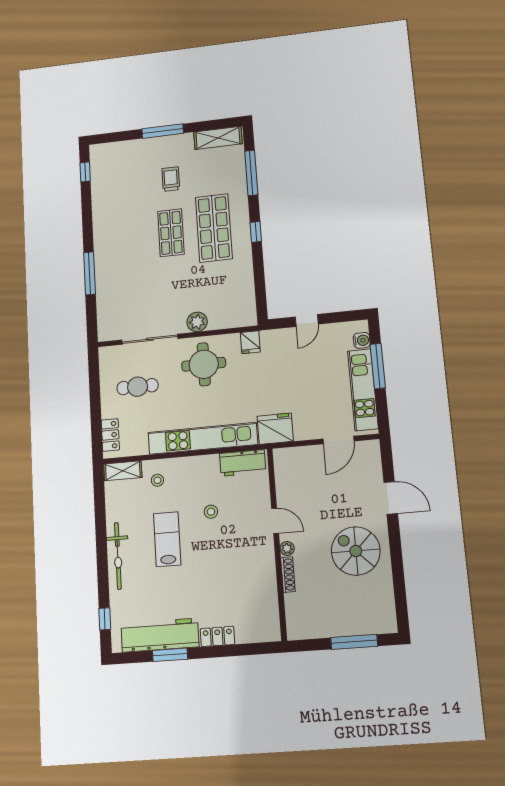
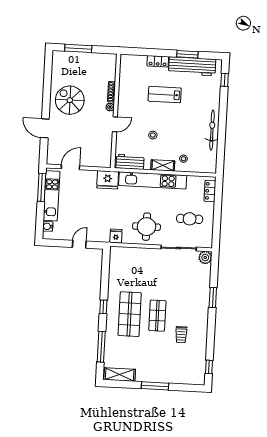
trolley: (171, 179) -> (181, 335), moved
window: (90, 273) -> (213, 298), width x0.69
plant: (197, 322) -> (205, 257), moved
window: (378, 366) -> (42, 187), moved
shelving: (123, 471) -> (163, 165), moved
door: (275, 521) -> (115, 124), swing flipped
lab bench: (167, 539) -> (165, 95), moved, turned 90
spiral stairs: (356, 551) -> (70, 100), turned 180
bicycle: (118, 556) -> (212, 130), moved

